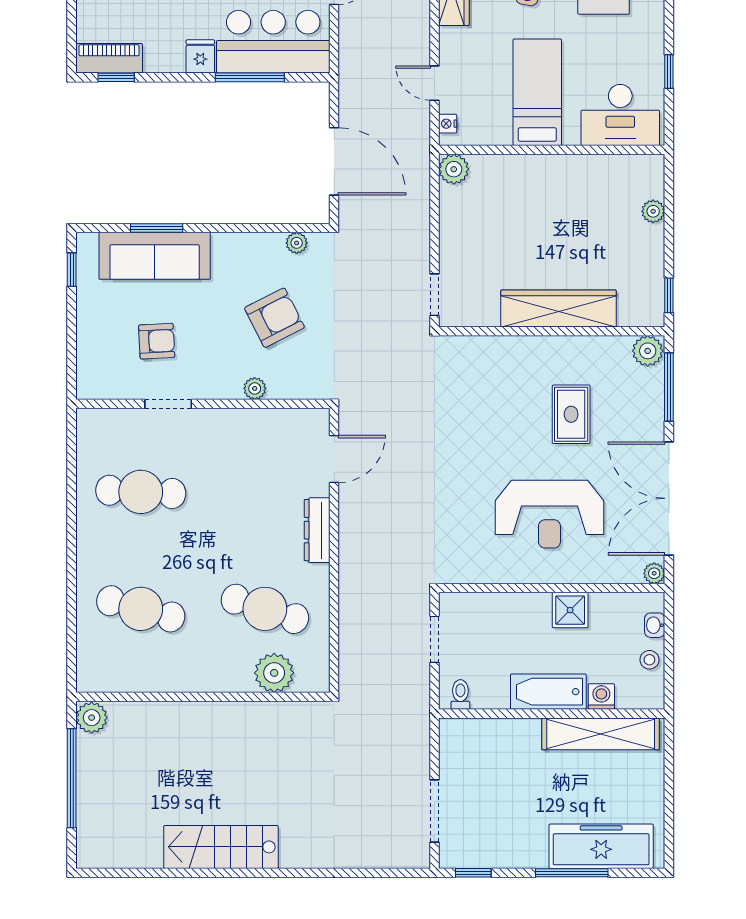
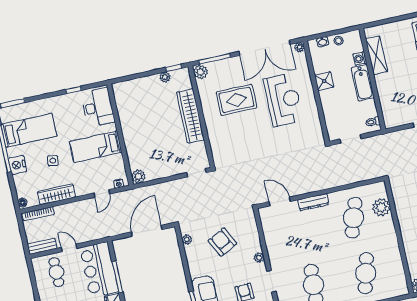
plant: (653, 211) -> (165, 77), moved
plant: (255, 388) -> (259, 258), moved
rug: (571, 414) -> (236, 100), width x1.36, depth x1.43
shelving: (601, 734) -> (376, 55), width x0.68

